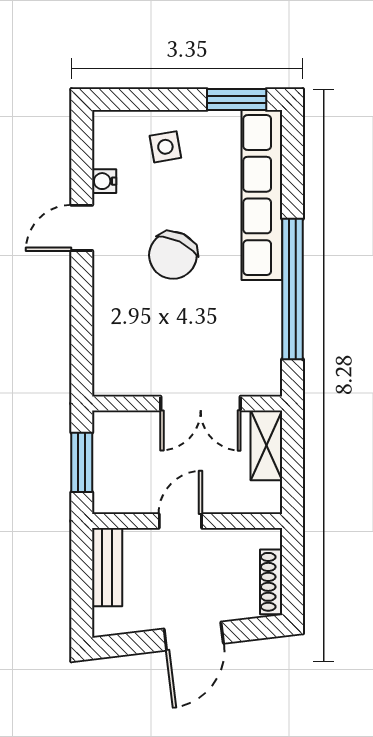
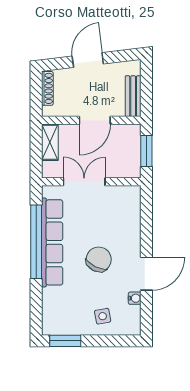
row of seats: (262, 195) -> (52, 242), moved
door: (82, 228) -> (146, 274), width x1.38
shelving: (266, 445) -> (50, 142), moved
door: (180, 521) -> (95, 120), width x1.38

